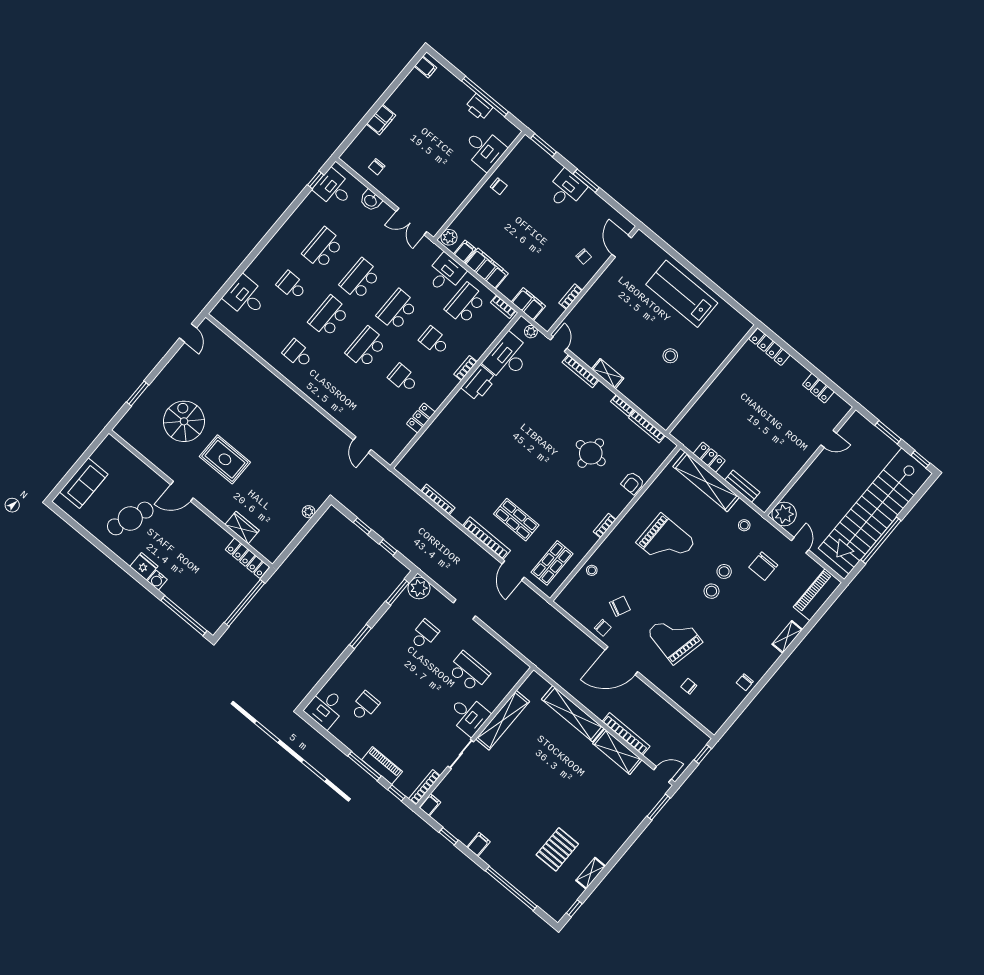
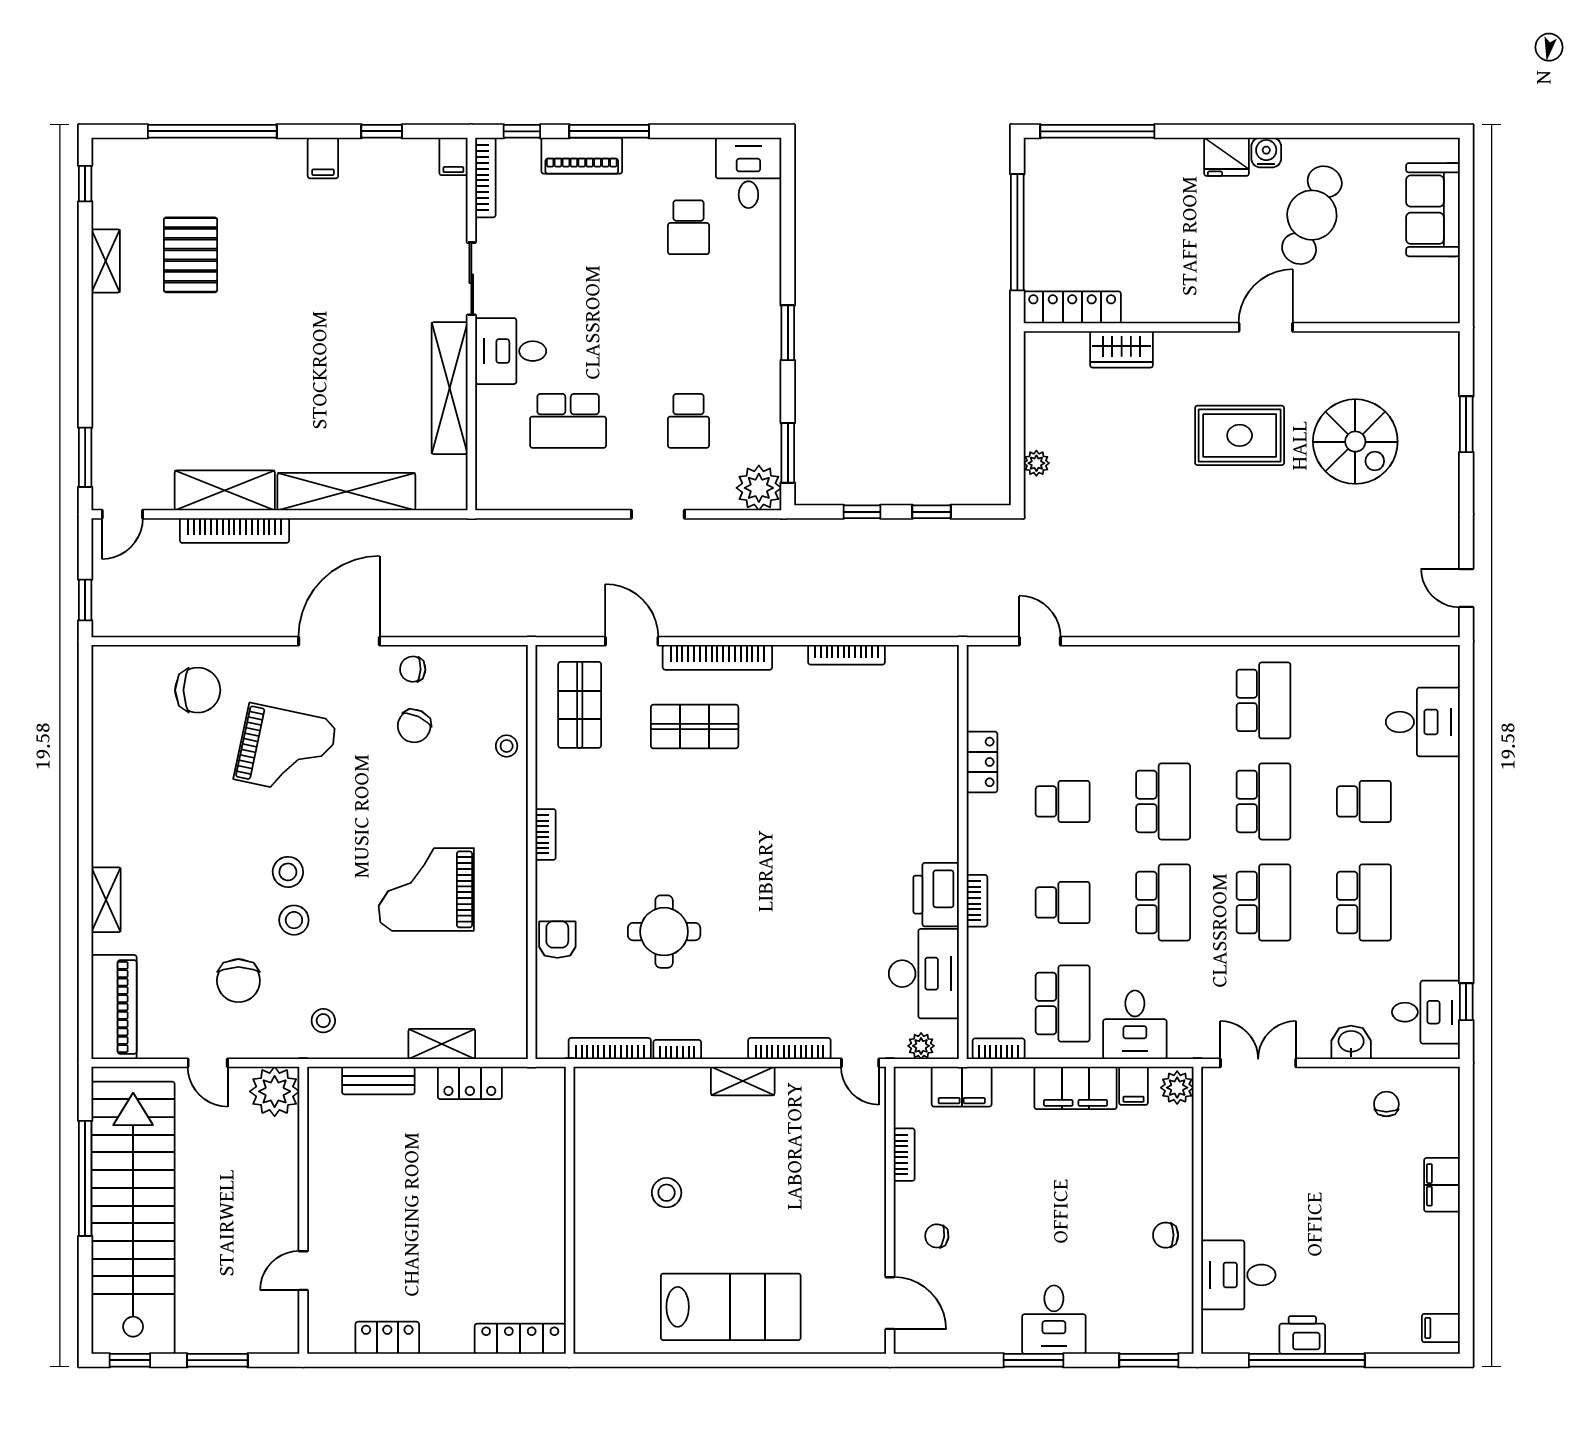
school desk: (298, 354) -> (1263, 700), width x1.85
shelving: (706, 482) -> (442, 1044), width x0.45, depth x0.75
chair: (763, 566) -> (238, 981), turned 180
water cooler: (157, 580) -> (1266, 153), moved
chair: (745, 682) -> (114, 771), removed
chair: (689, 686) -> (198, 690), width x1.87, depth x1.87

